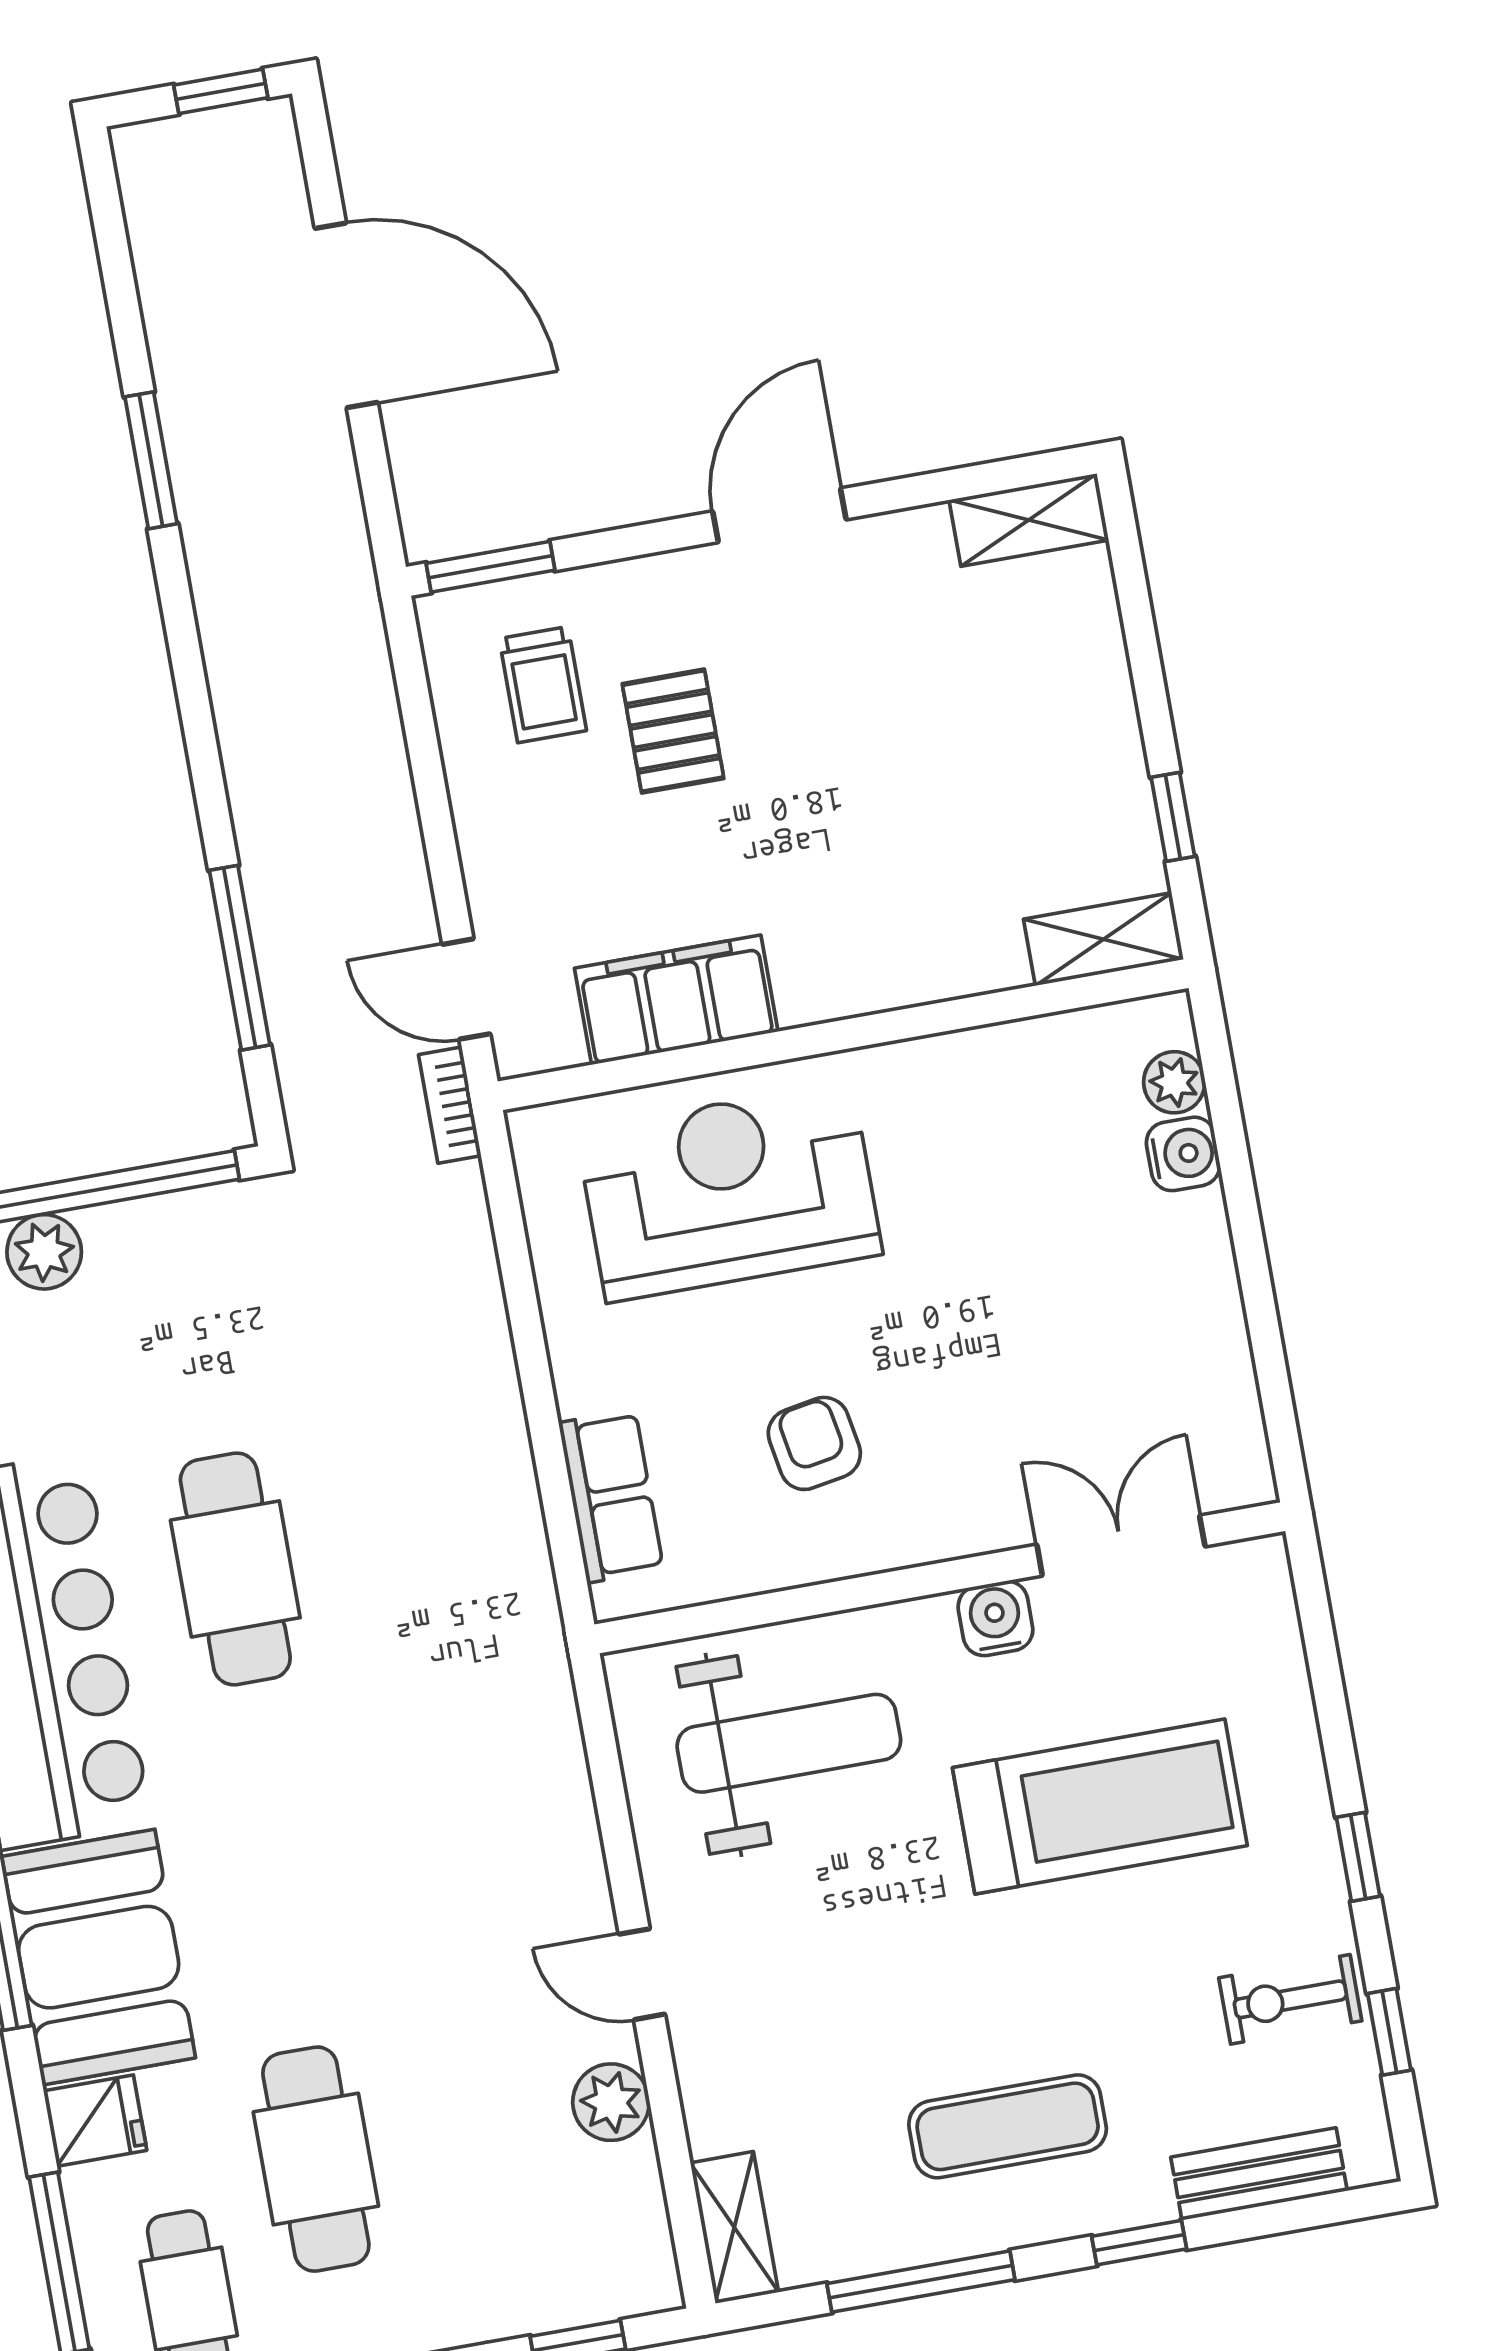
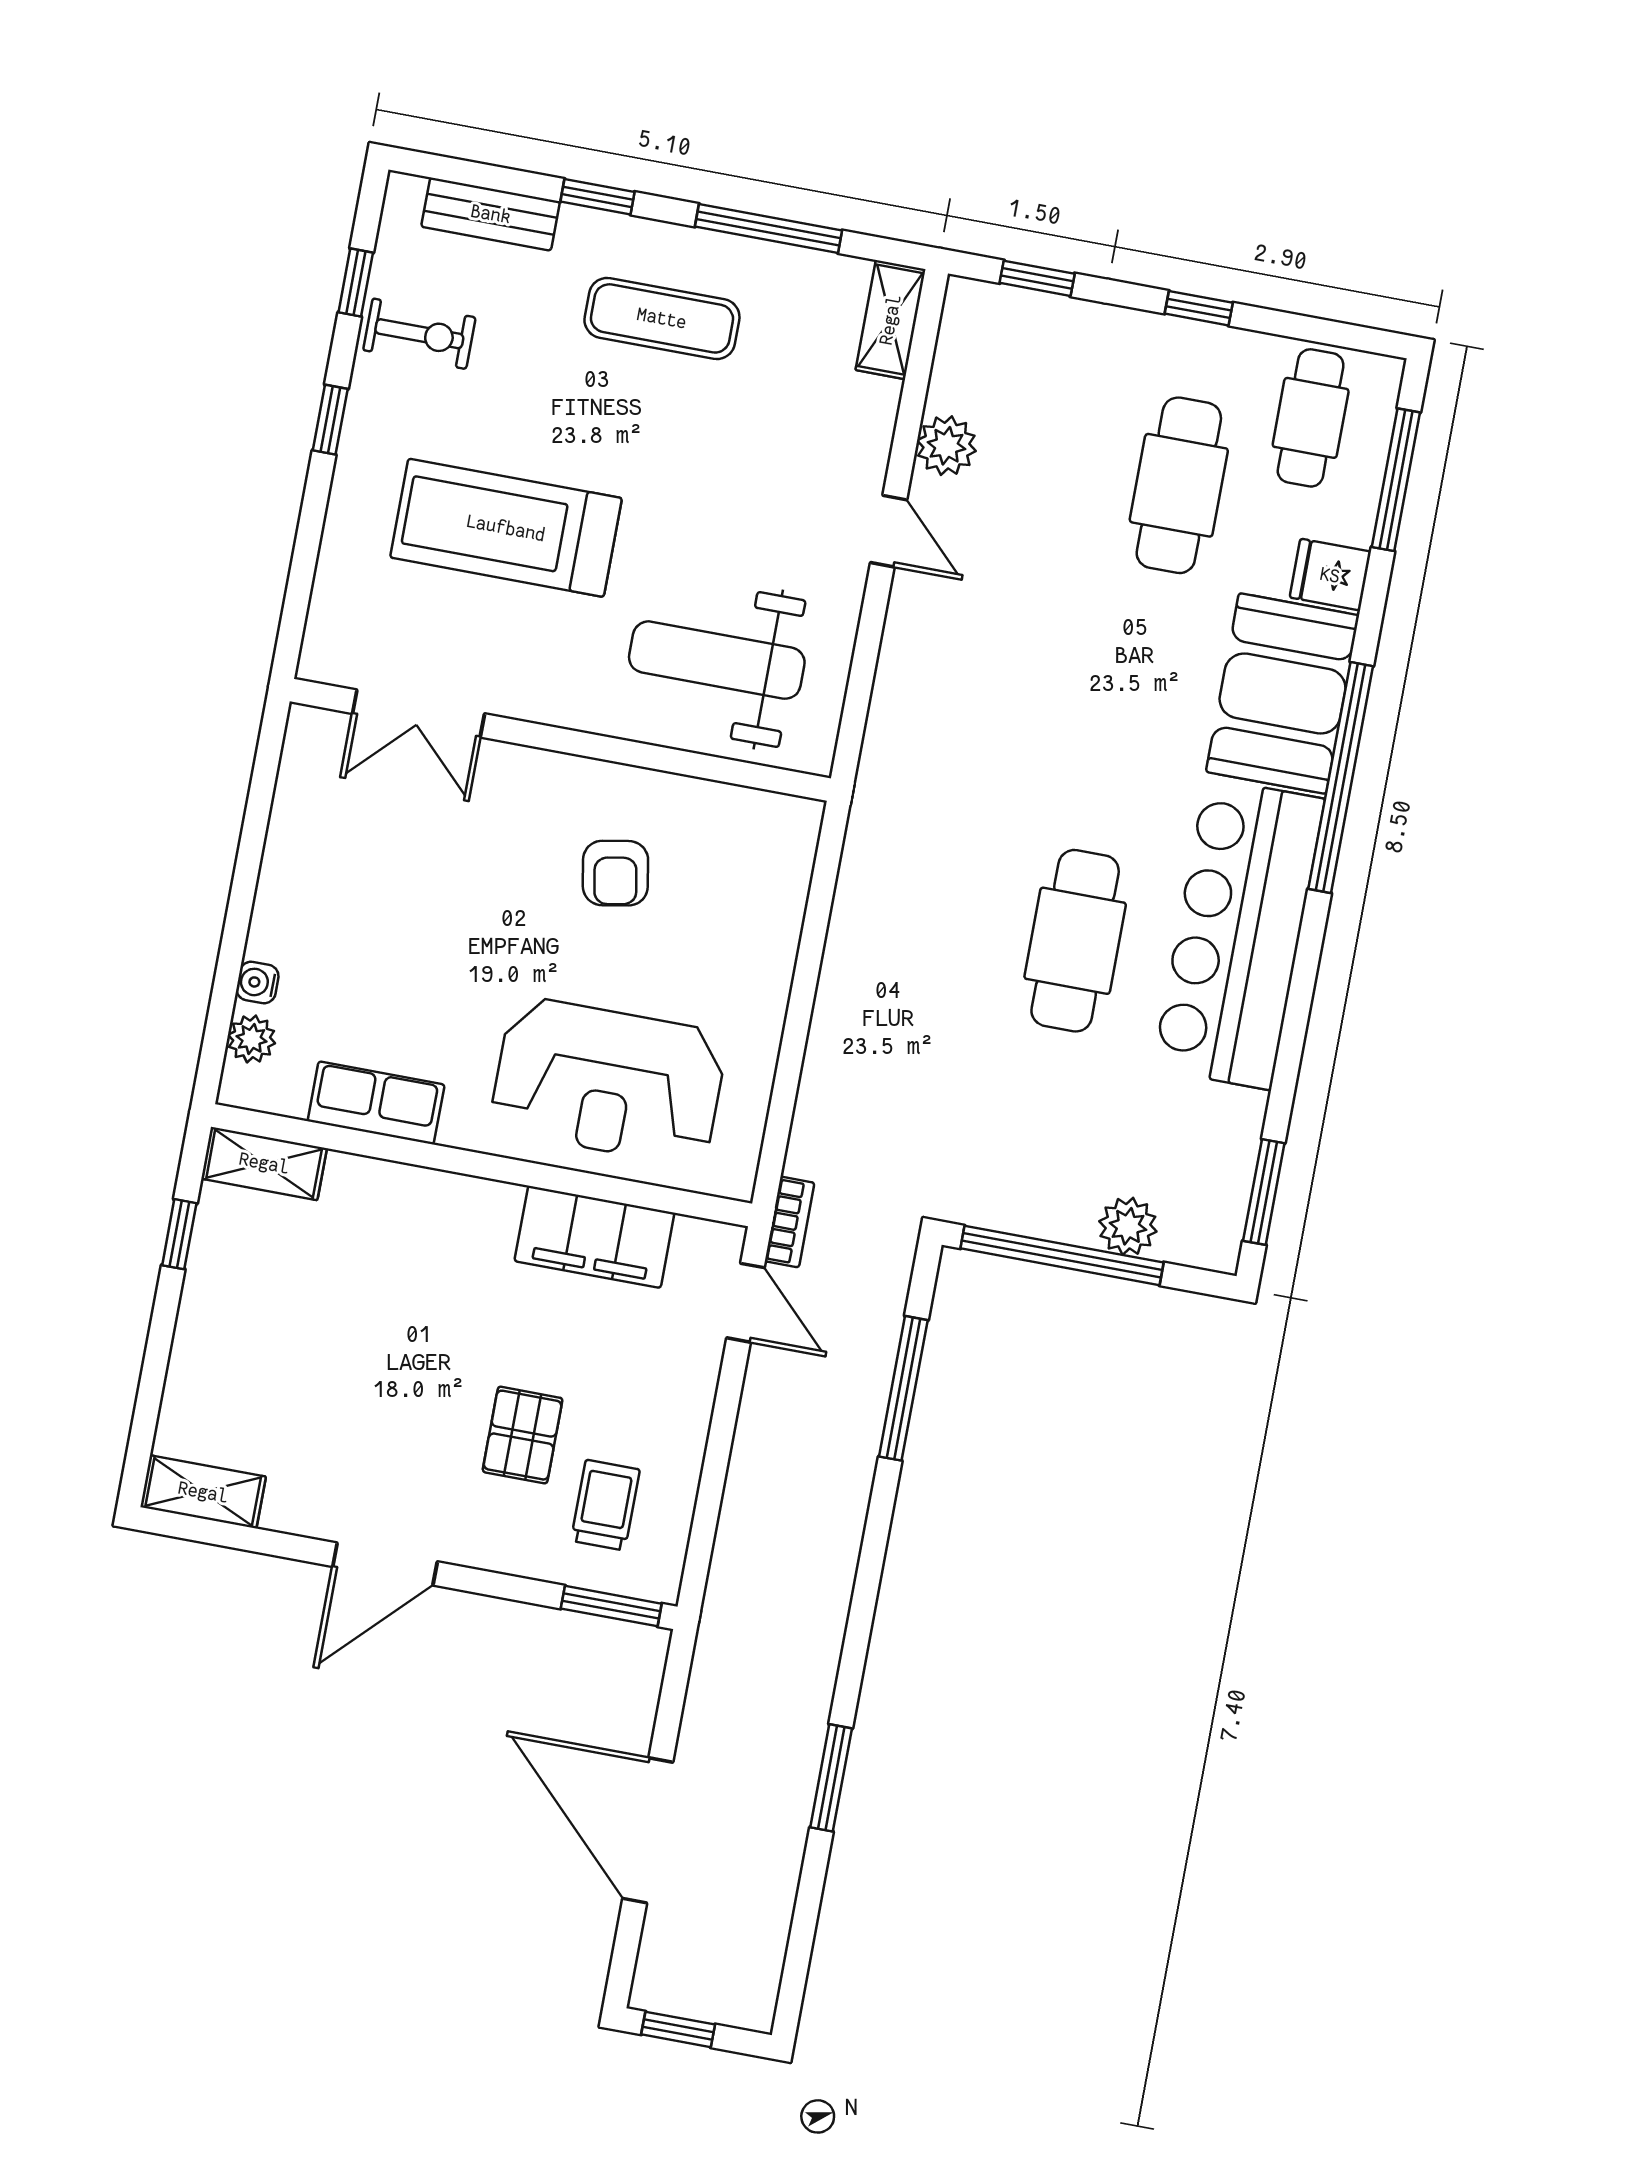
water cooler: (1183, 1154) -> (257, 983), width x0.72, depth x0.72
row of seats: (611, 1496) -> (376, 1103), moved, turned 90
water cooler: (995, 1618) -> (531, 695), removed

